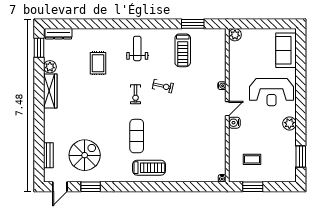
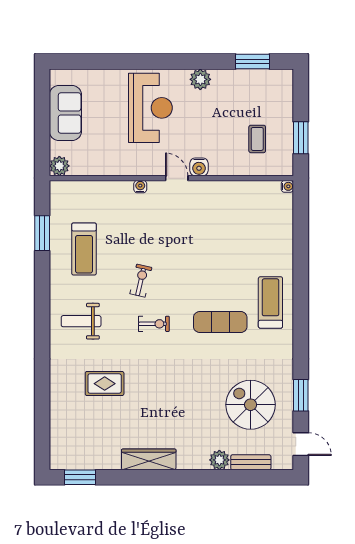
dresser: (58, 34) -> (58, 446), removed
treadmill: (183, 50) -> (84, 249), turned 90
sofa: (286, 50) -> (65, 113), moved, turned -90
plant: (50, 67) -> (219, 460), moved

